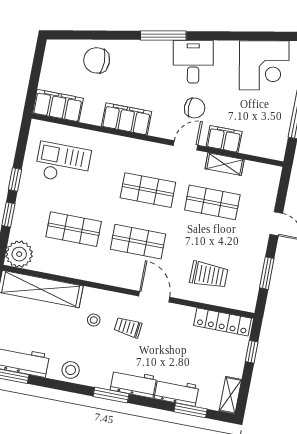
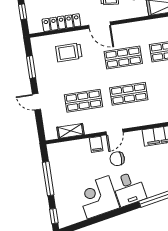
corner desk: (264, 65) -> (98, 197), moved
filing cabinet: (224, 139) -> (96, 144), width x0.50
shelving: (225, 164) -> (71, 131), moved
locker: (223, 322) -> (61, 23), moved

